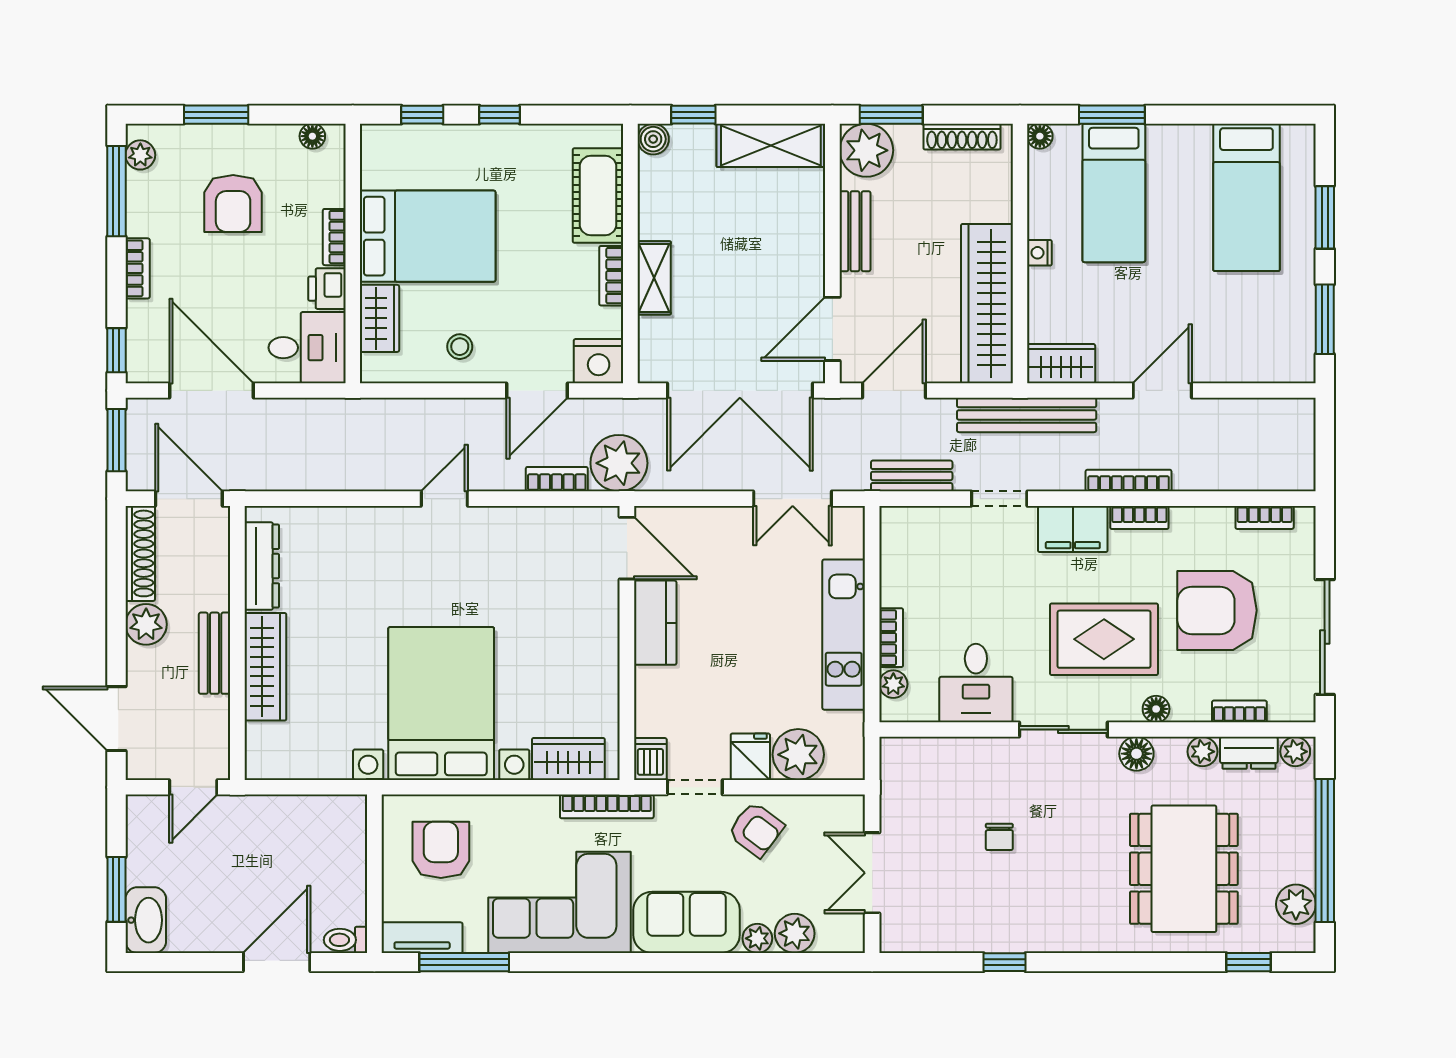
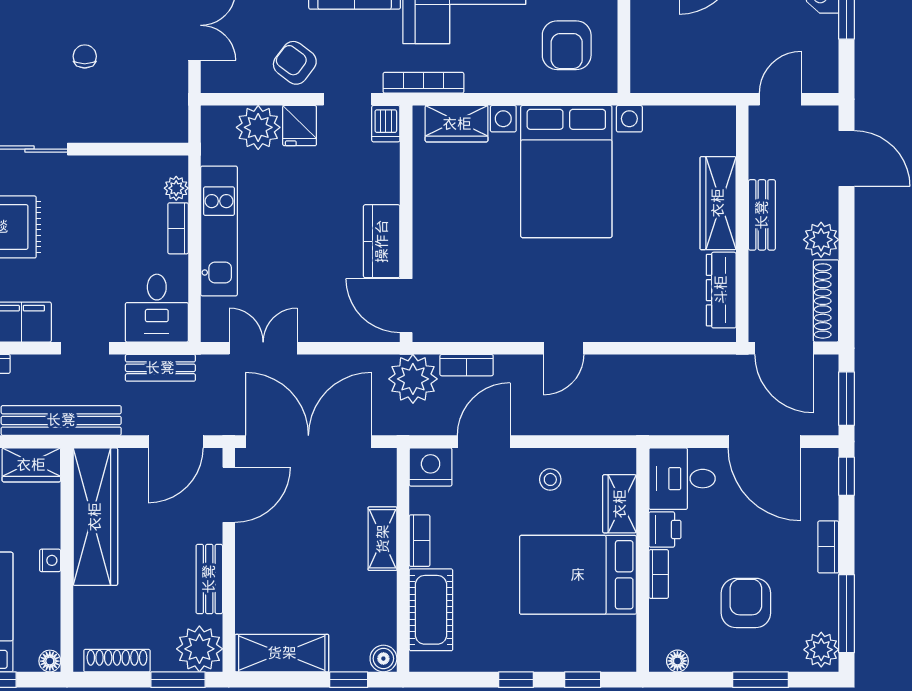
plant: (140, 155) -> (821, 650), width x1.38, depth x1.38
desk: (976, 683) -> (157, 308), moved, turned 180

